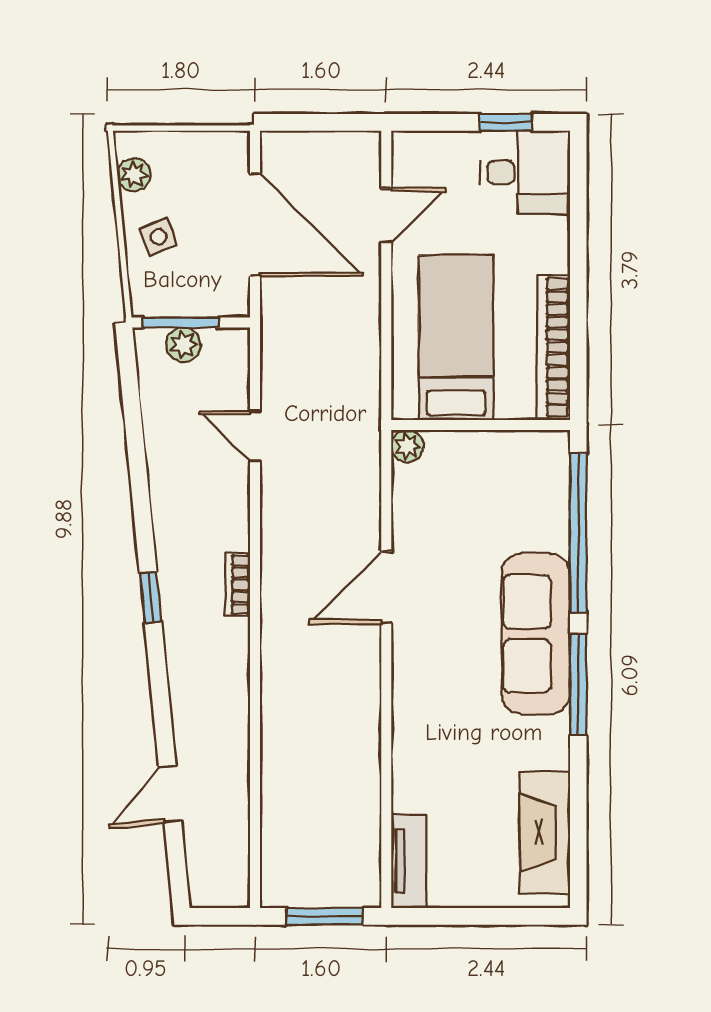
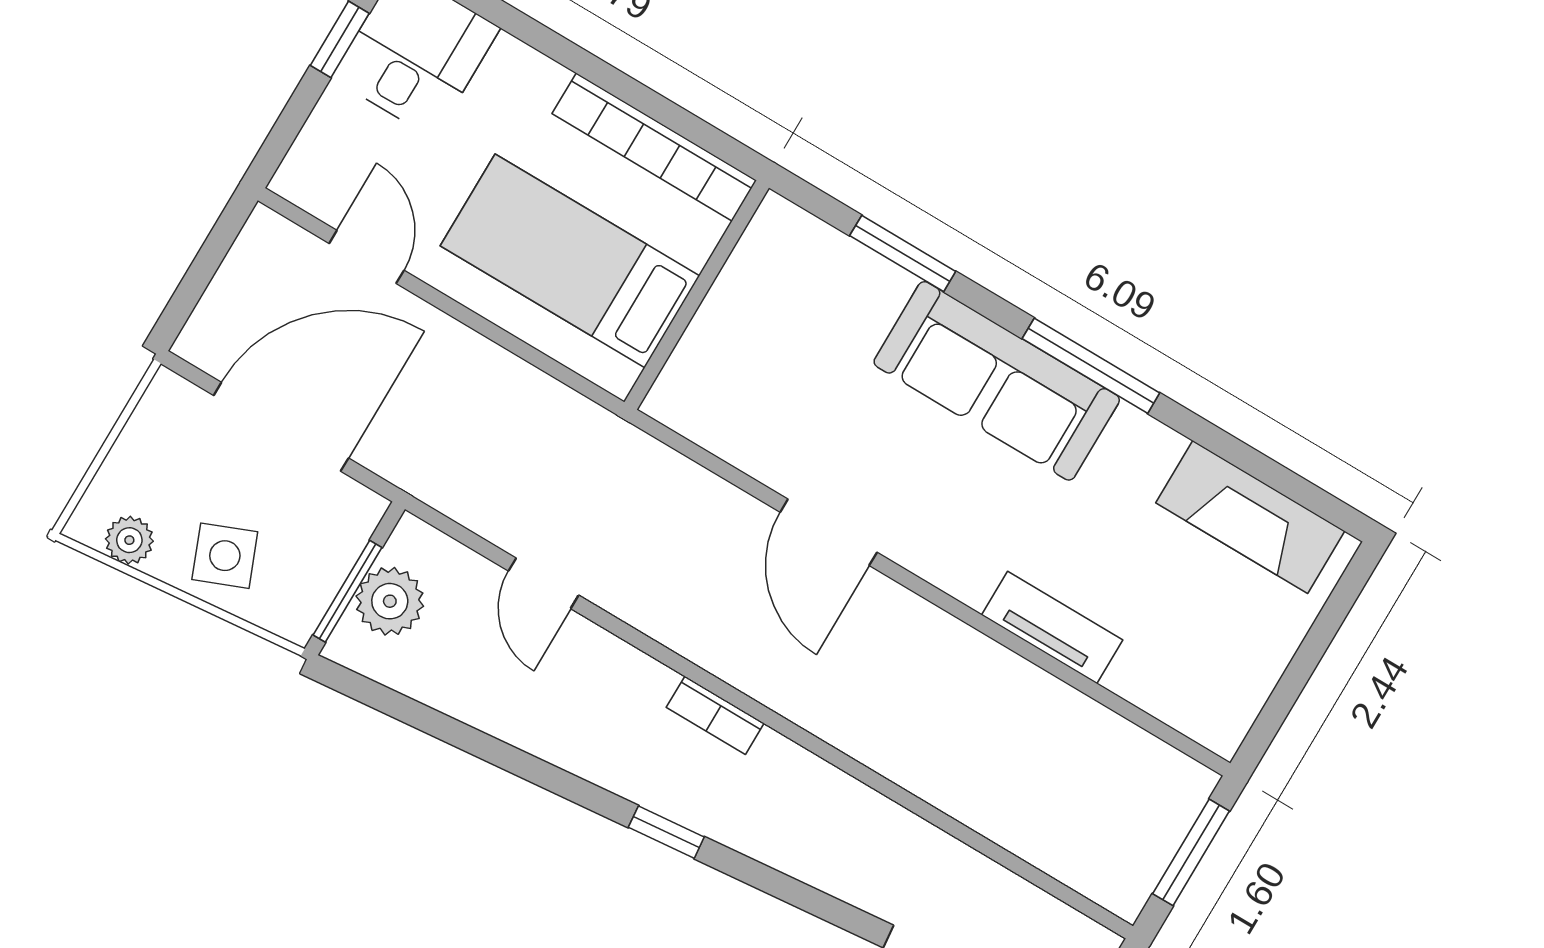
side table: (159, 237) -> (225, 556), width x1.37, depth x1.37
plant: (183, 345) -> (390, 601), width x1.38, depth x1.38
door: (255, 436) -> (544, 583), hinge flipped
plant: (407, 446) -> (669, 401), removed
window: (578, 533) -> (903, 254), width x0.47
tv unit: (409, 862) -> (1052, 627), moved

